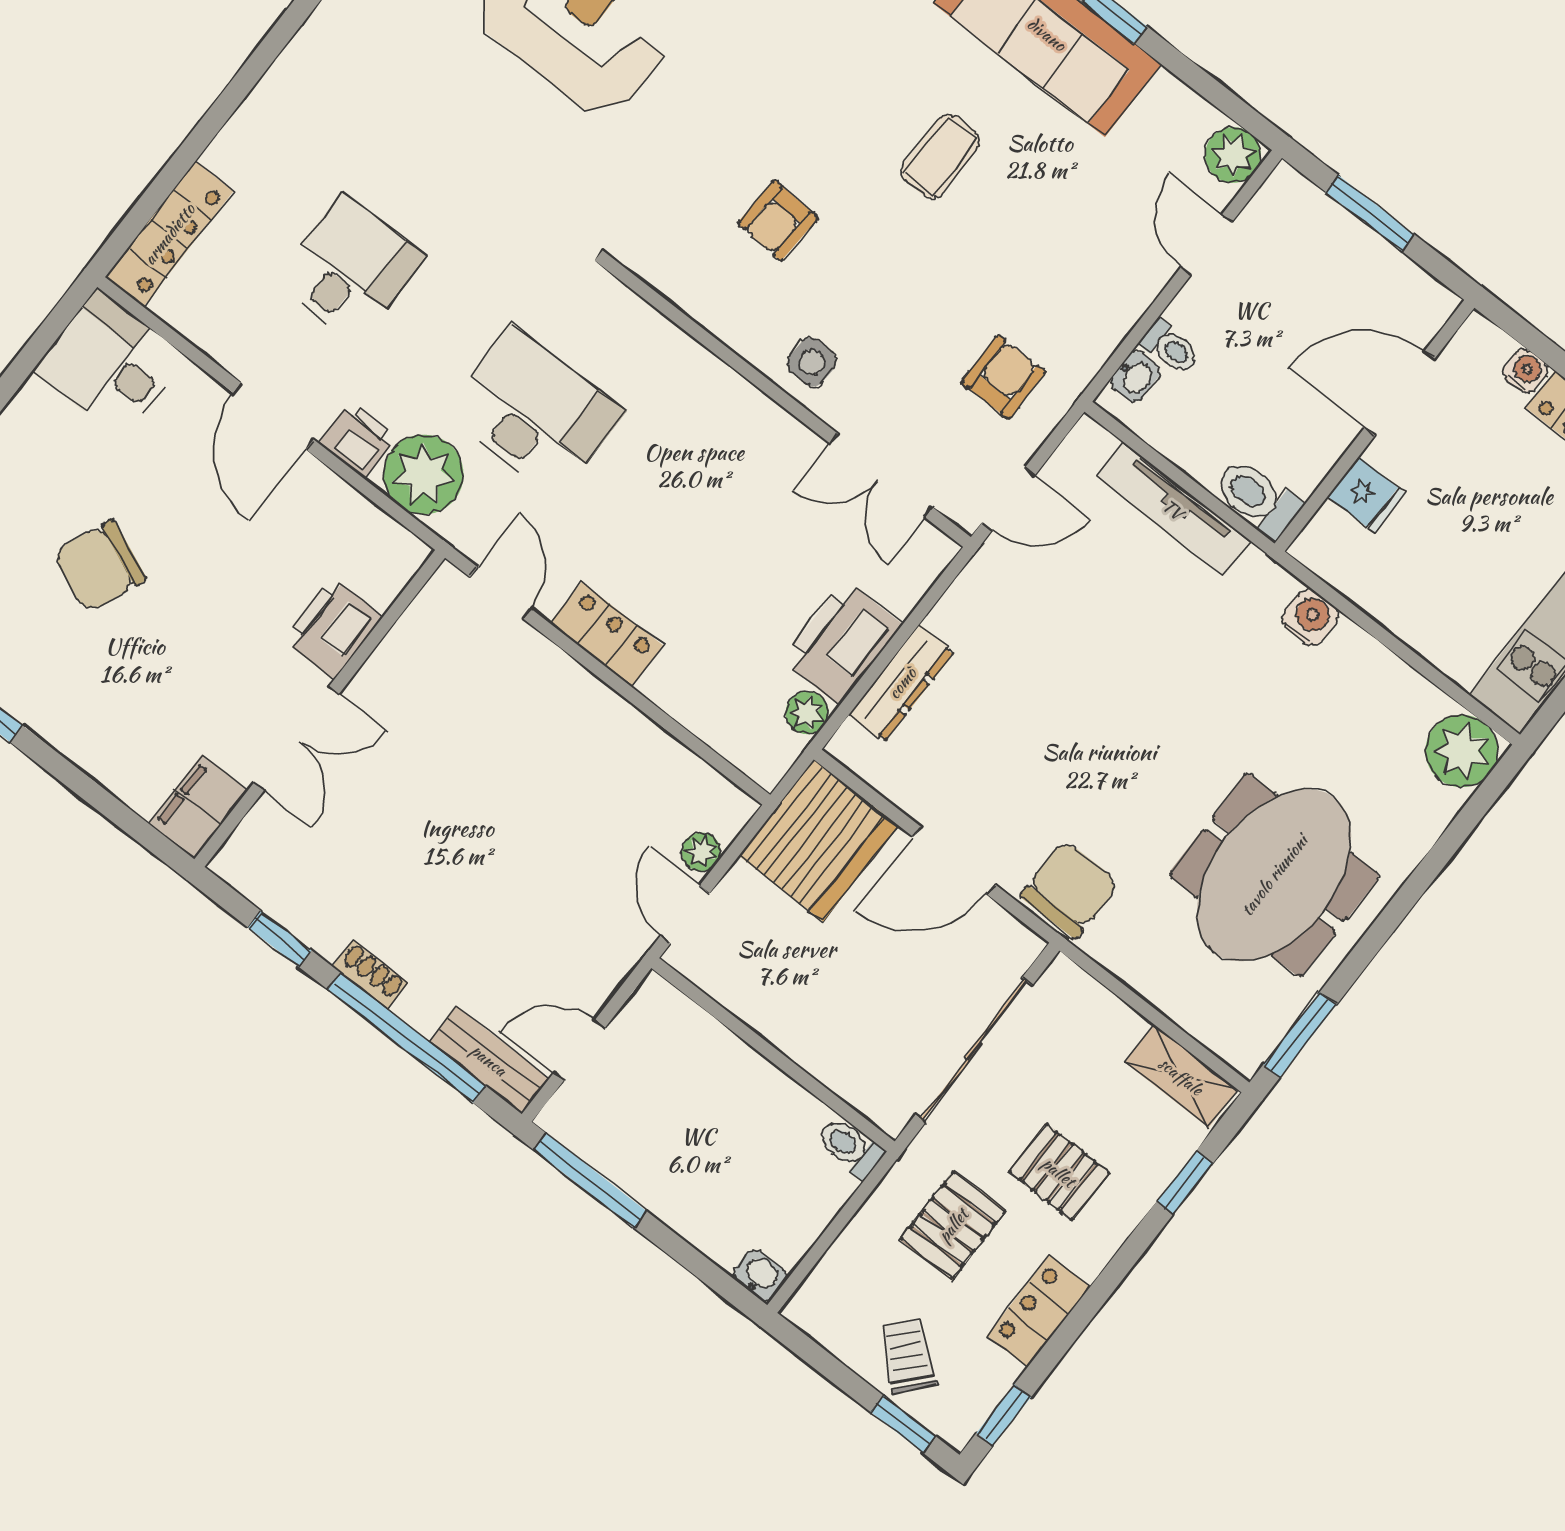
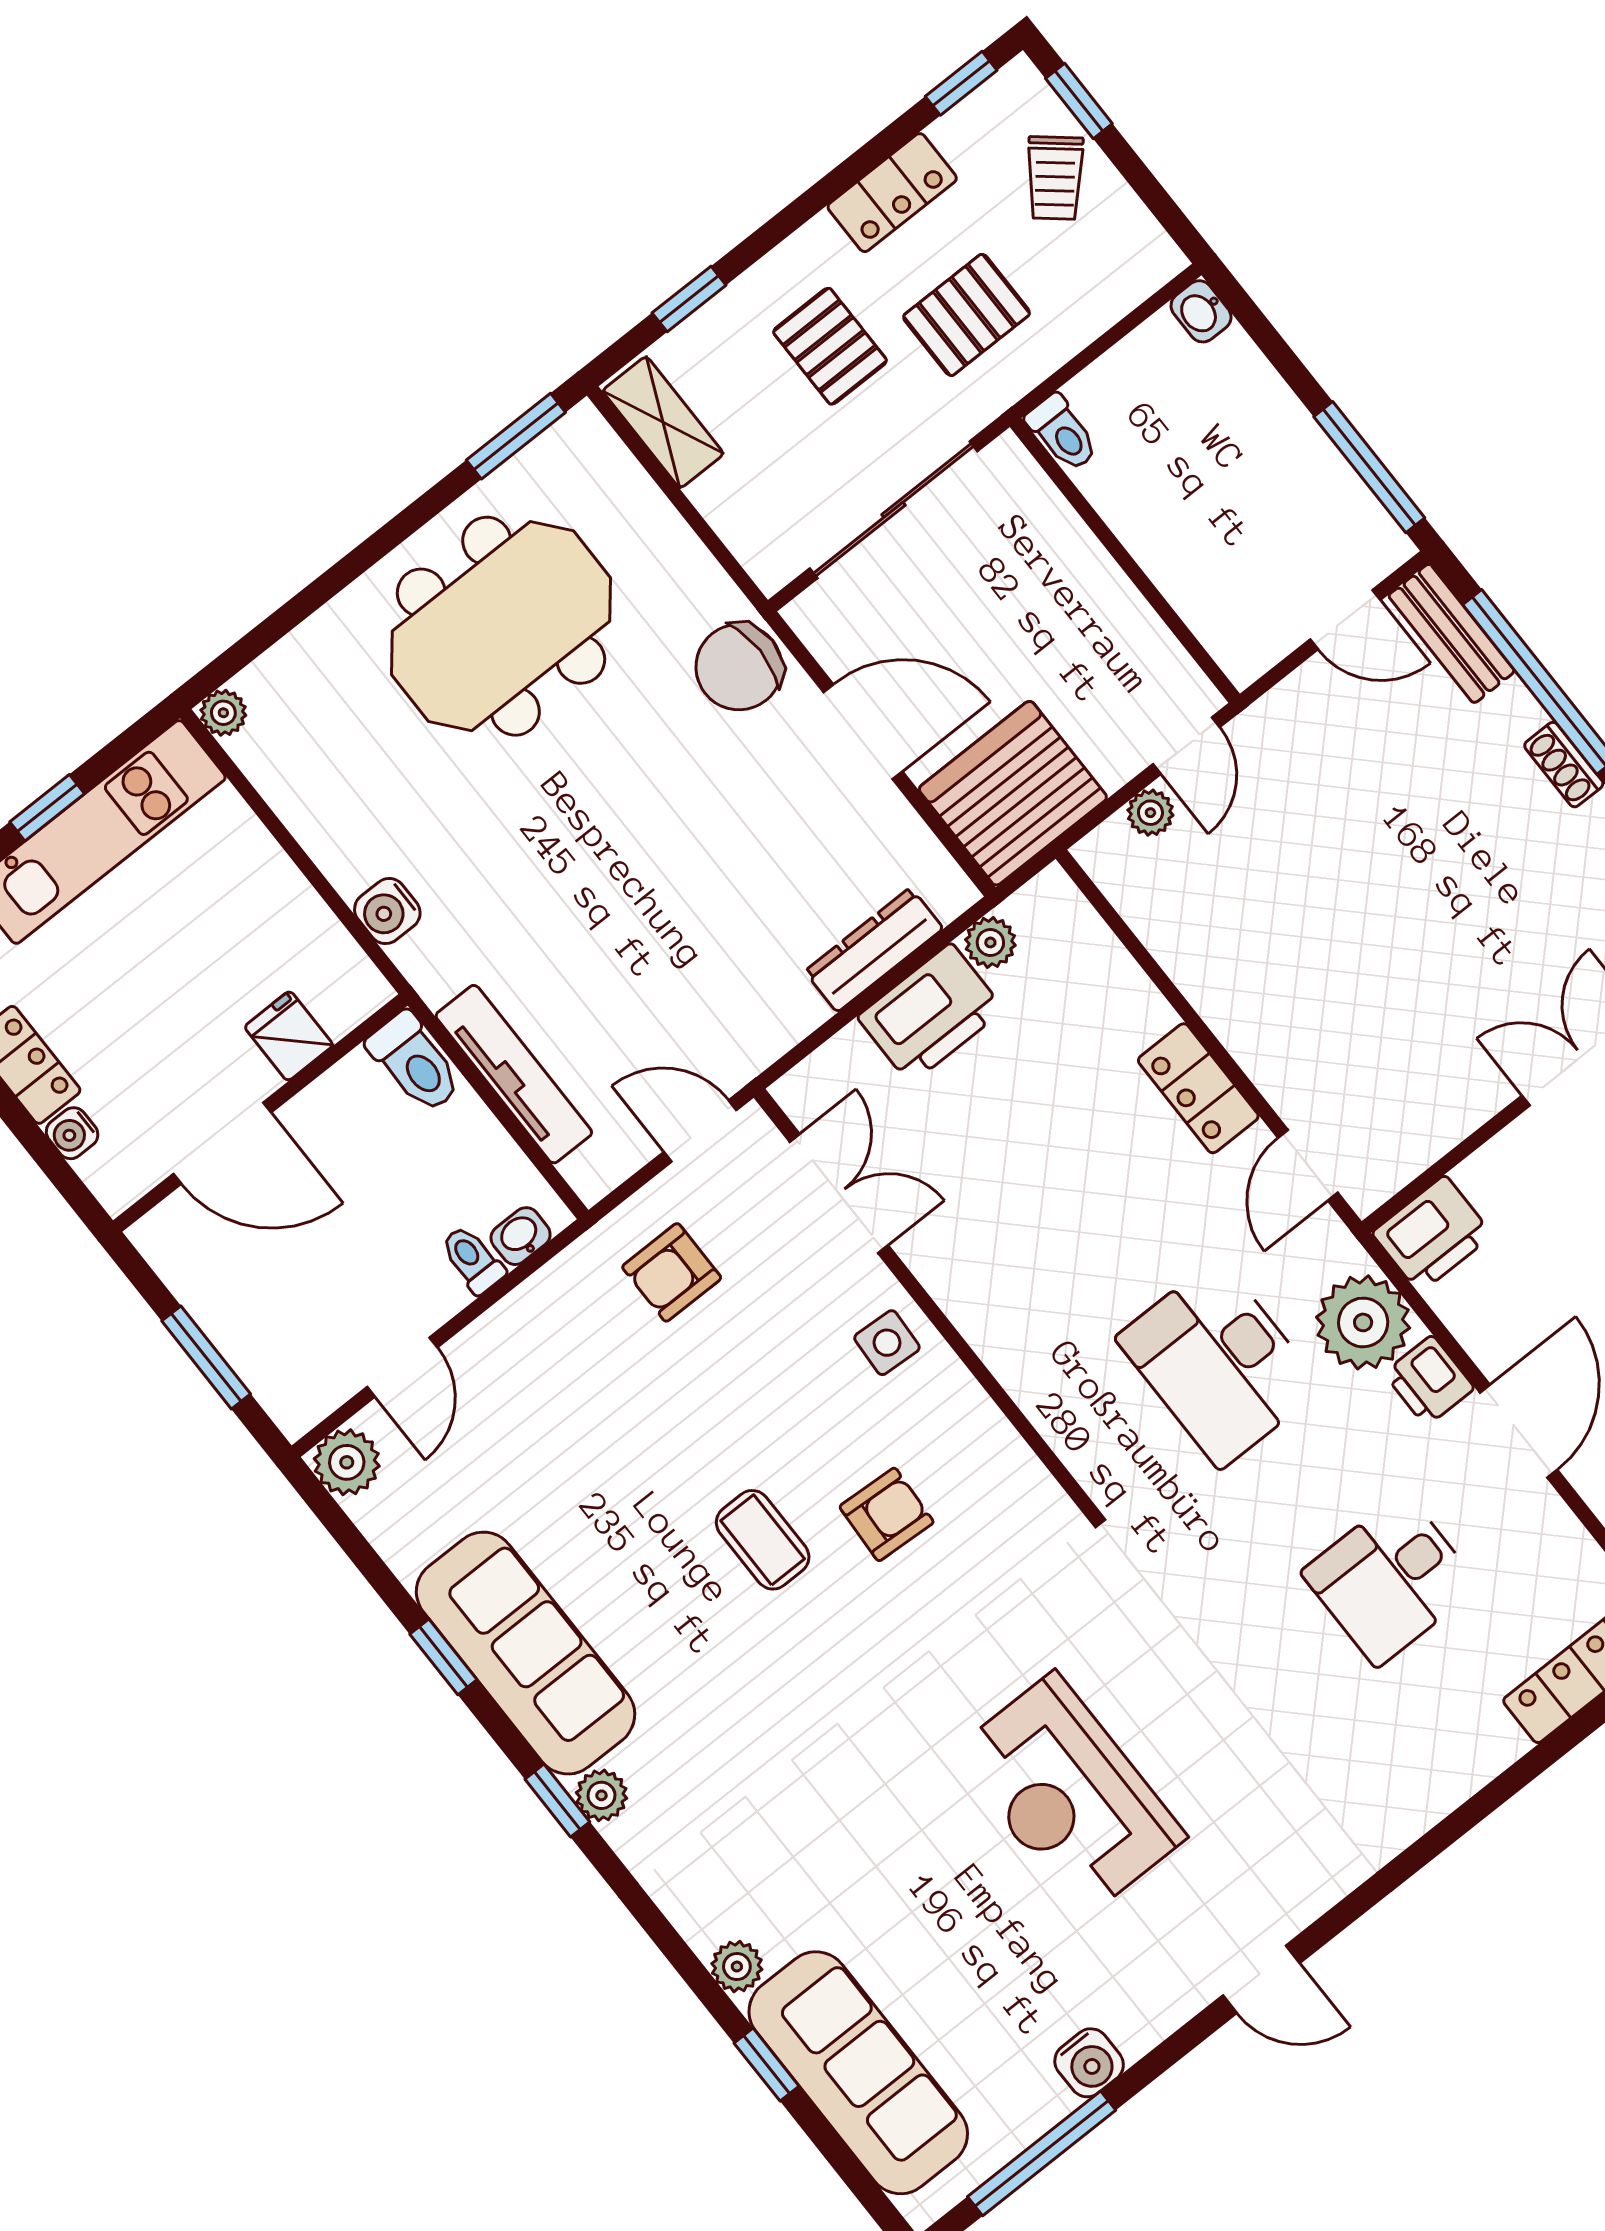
coffee table: (941, 156) -> (763, 1540), moved, turned 90
printer: (333, 628) -> (1432, 1234), moved
plant: (1462, 751) -> (223, 713), width x0.53, depth x0.53

